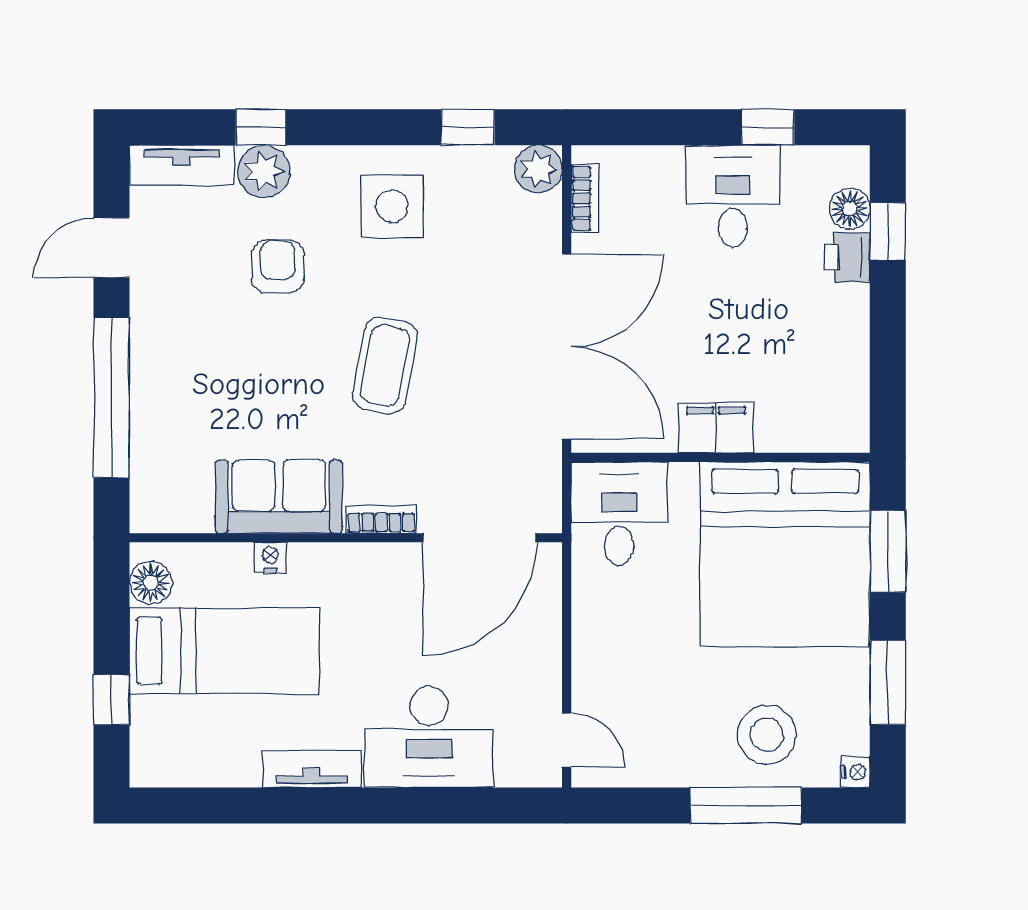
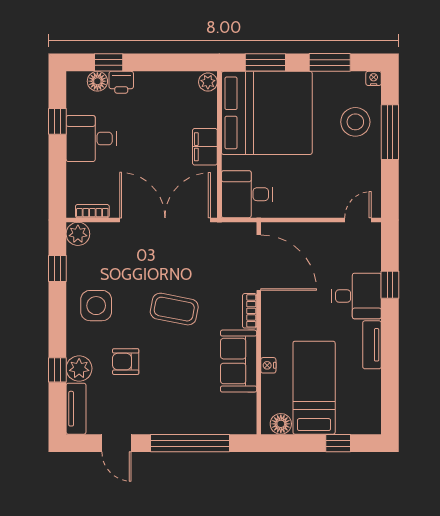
plant: (848, 434) -> (208, 82), added
desk: (429, 737) -> (356, 296), width x0.73
window: (435, 805) -> (390, 285), added

